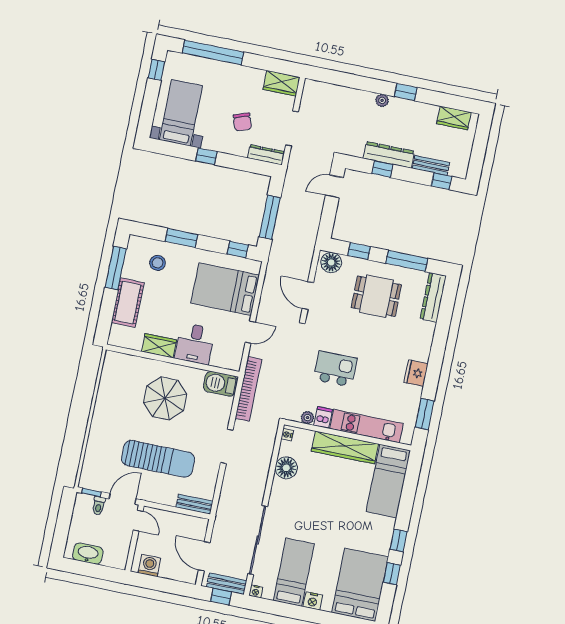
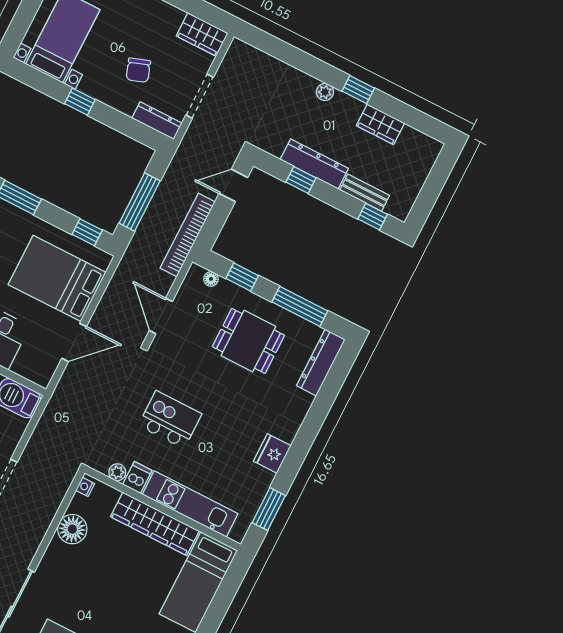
wardrobe: (454, 118) -> (380, 124), moved
floor lamp: (331, 262) -> (211, 279), width x0.53, depth x0.53
door: (250, 332) -> (74, 342), width x1.38
bookcase: (248, 389) -> (188, 235), moved, turned 180

